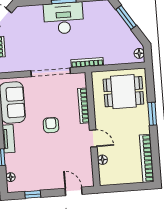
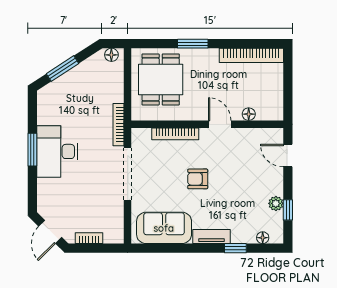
door: (93, 138) -> (220, 124), hinge flipped
plant: (37, 185) -> (276, 203), added
door: (74, 191) -> (288, 156), hinge flipped

